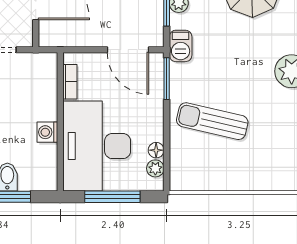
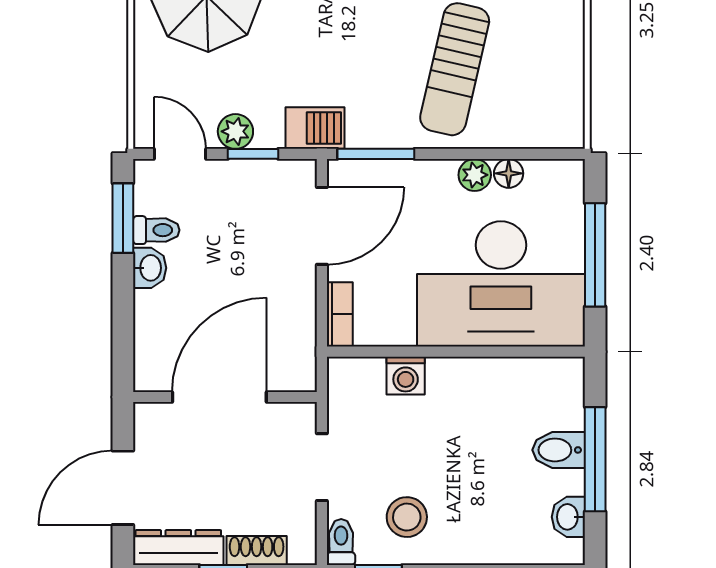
bookcase: (70, 82) -> (340, 314), moved, turned 90
washing machine: (47, 132) -> (406, 376), moved
plant: (155, 168) -> (475, 175), moved

